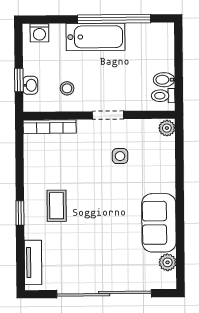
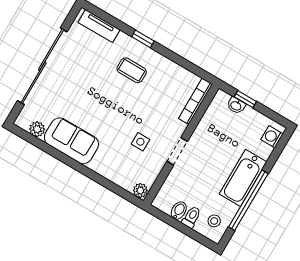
stool: (67, 88) -> (214, 221), moved
toilet: (163, 96) -> (191, 217), moved

